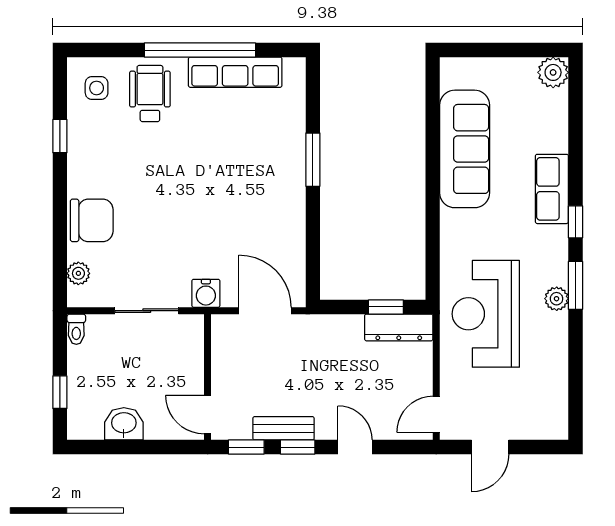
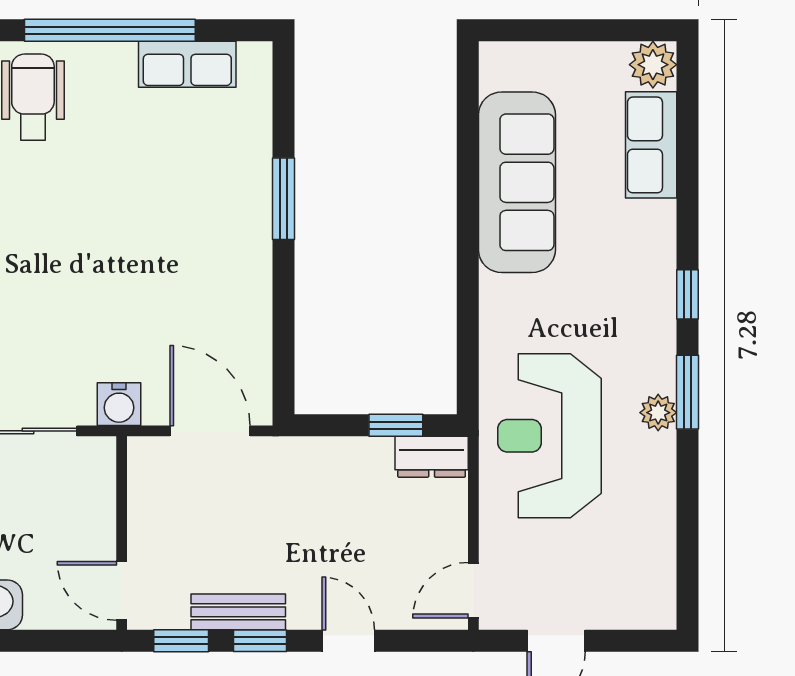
row of seats: (235, 72) -> (187, 64), width x0.68
row of seats: (552, 189) -> (651, 145), moved
dresser: (399, 327) -> (432, 457), width x0.70

